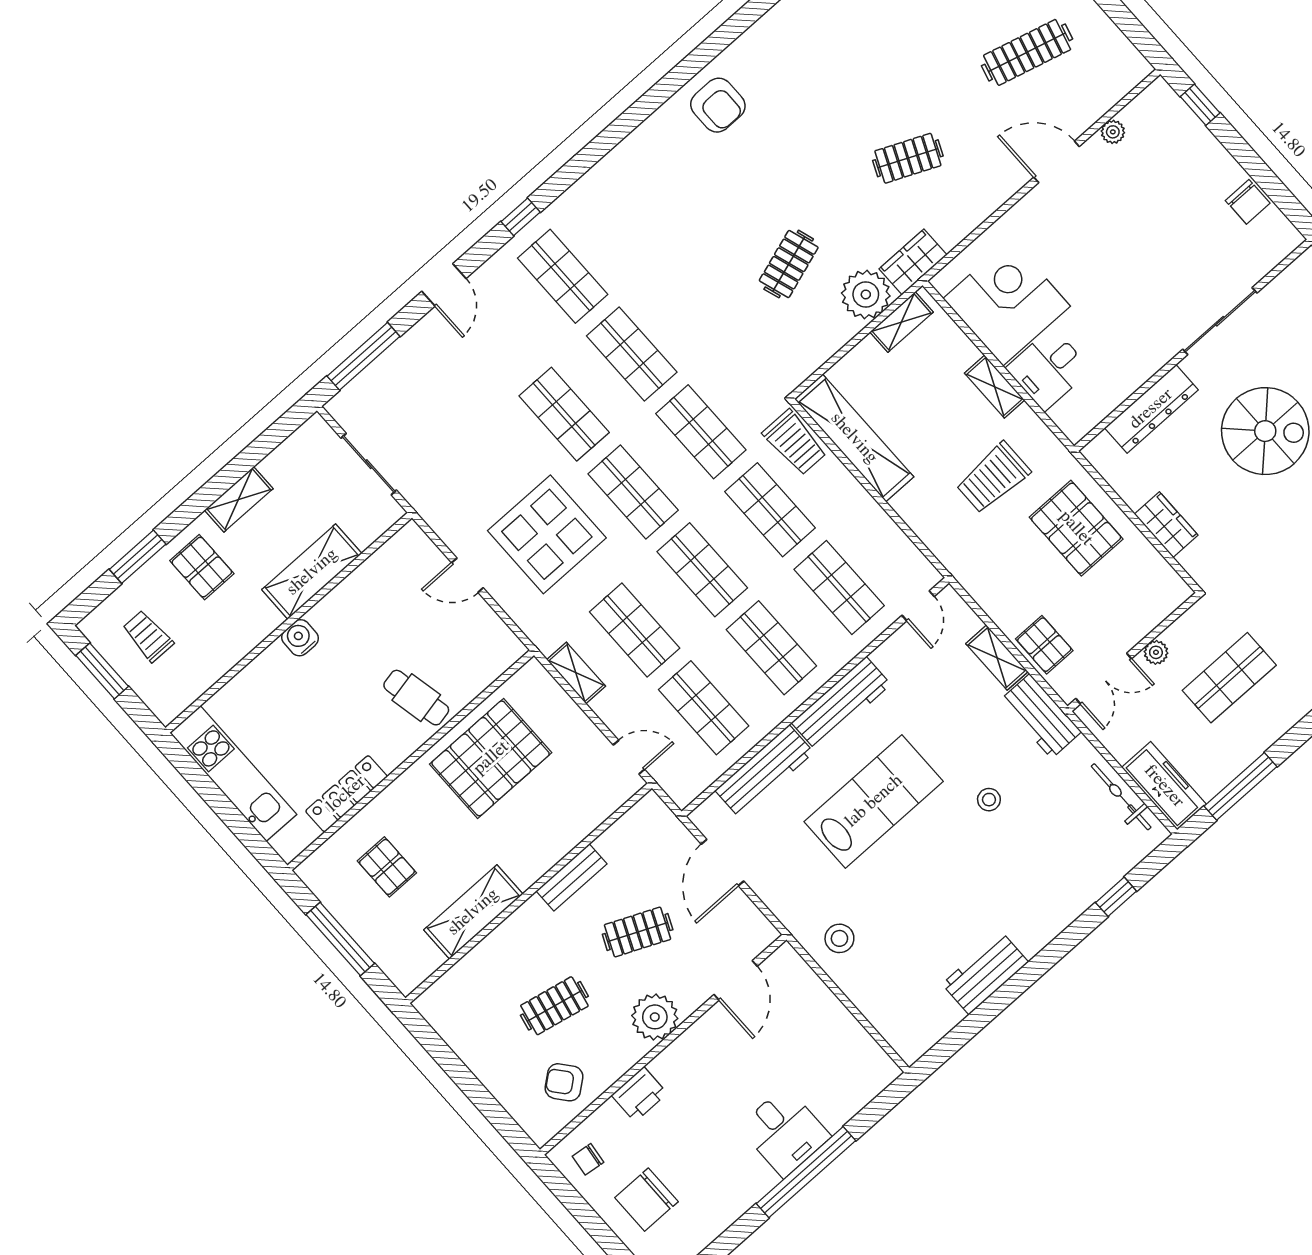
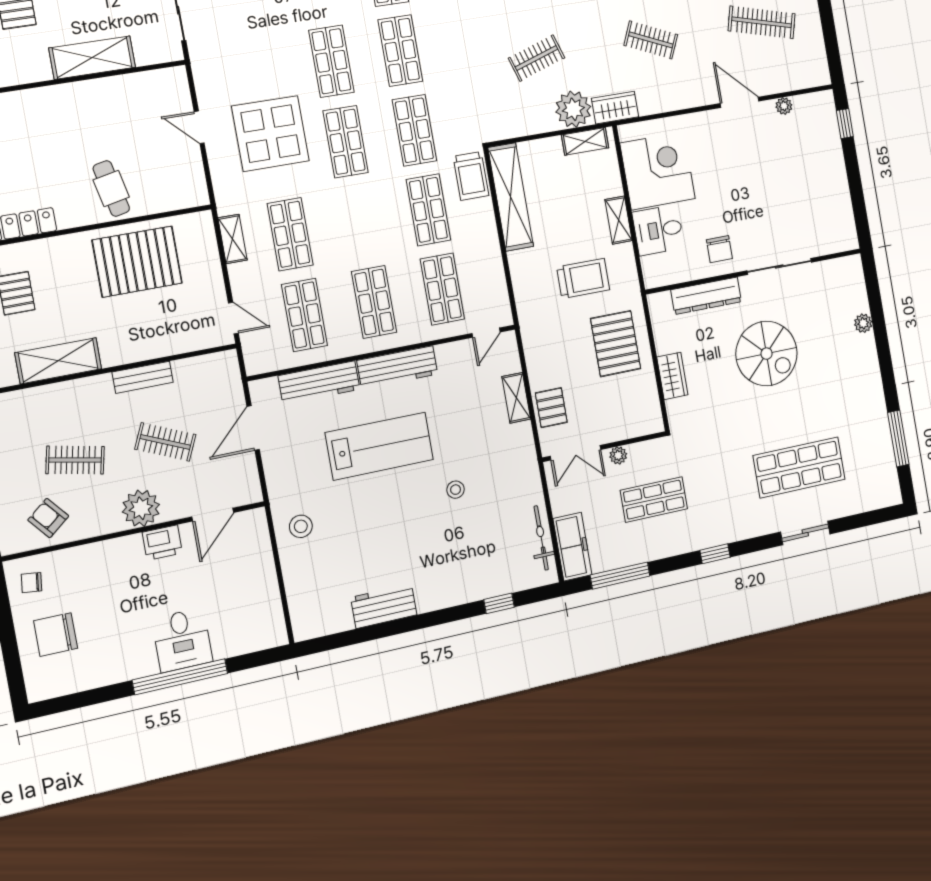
chair: (1248, 202) -> (719, 249), moved
trolley: (993, 478) -> (583, 278), turned 180
shop shelf: (702, 570) -> (360, 222), removed
water cooler: (300, 638) -> (55, 97), removed
workbench: (1041, 716) -> (521, 454), removed
printer: (639, 1094) -> (162, 543), moved

